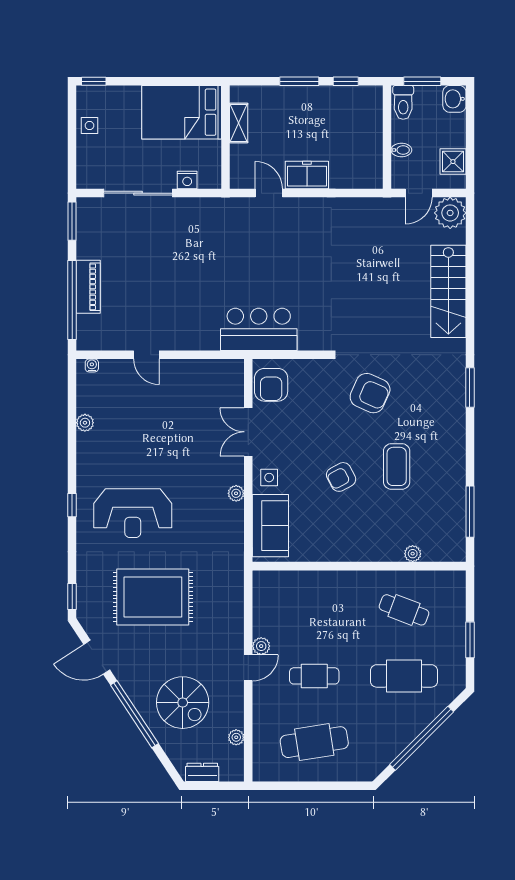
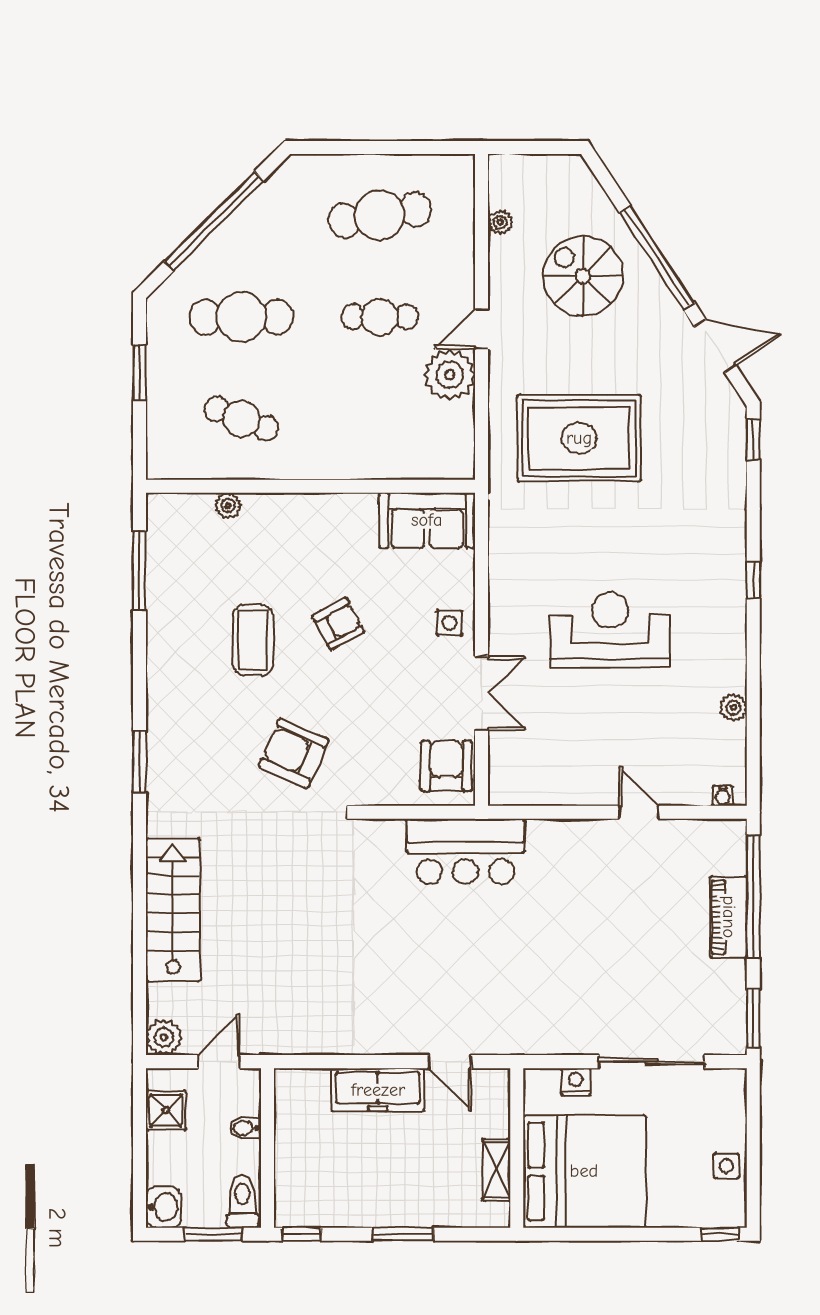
window: (346, 81) -> (302, 1234), moved
bed: (182, 112) -> (584, 1171), width x1.36
freezer: (307, 175) -> (378, 1090), width x1.40
plant: (450, 213) -> (164, 1037), width x0.73, depth x0.73
plant: (236, 493) -> (500, 599), removed
reception desk: (133, 513) -> (610, 630), moved
sofa: (270, 526) -> (427, 520), moved, turned -90
rug: (153, 597) -> (579, 438), moved
plant: (261, 646) -> (450, 375), width x1.87, depth x1.87
dresser: (202, 772) -> (553, 168), removed

